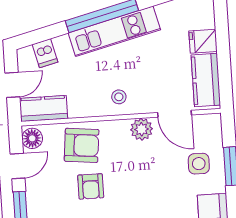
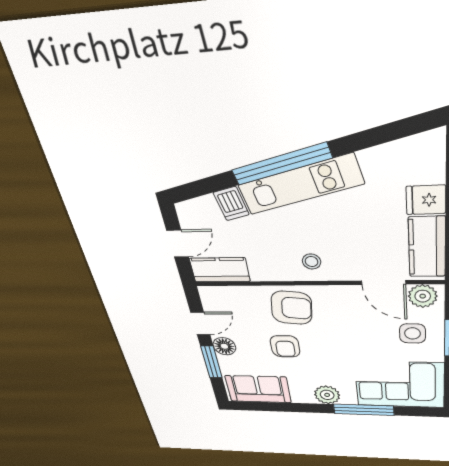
dishwasher: (45, 53) -> (231, 204), moved
plant: (142, 129) -> (423, 296), moved
floor lamp: (32, 138) -> (224, 346), moved
armchair: (82, 145) -> (292, 308), moved

